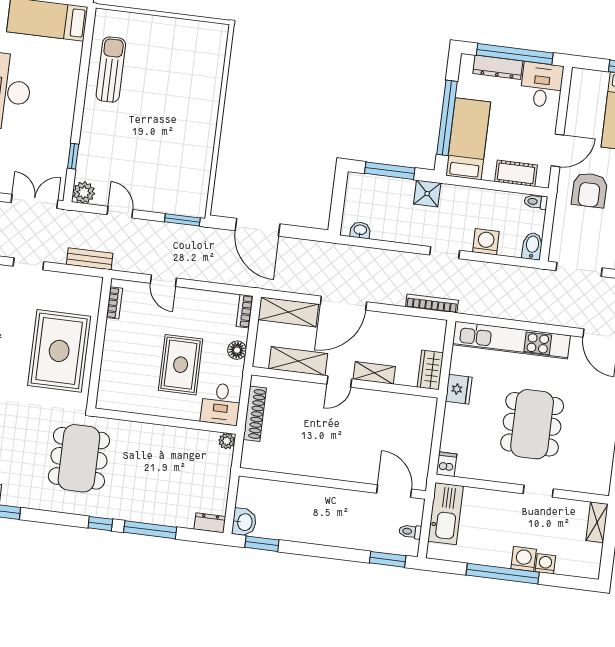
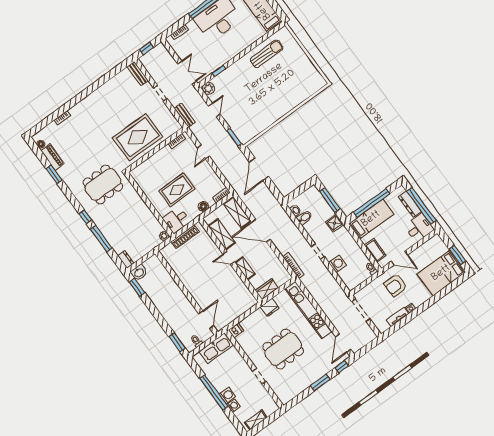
bidet: (532, 246) -> (305, 218), moved
shelving: (597, 522) -> (256, 420), moved

